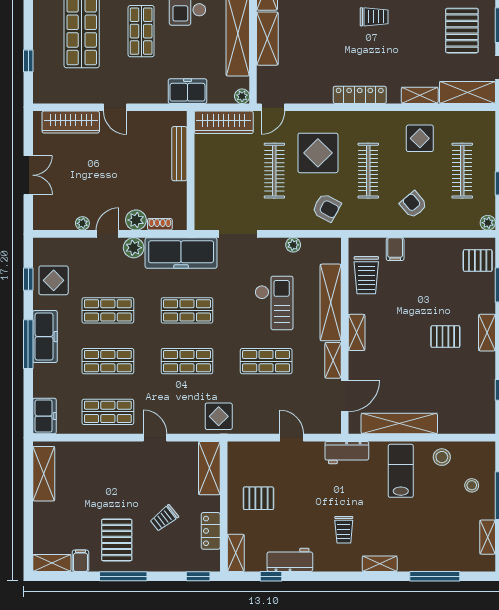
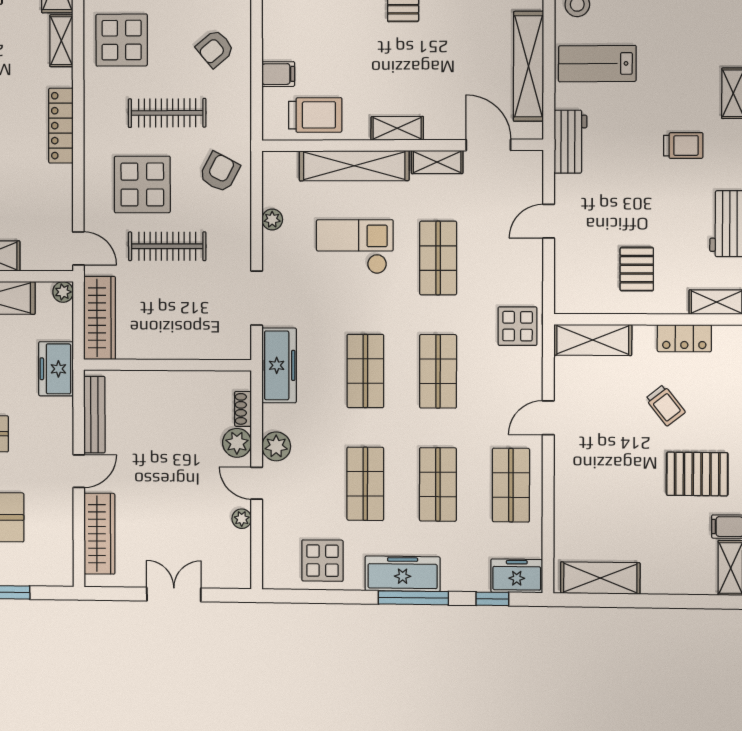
display table: (420, 138) -> (122, 40), width x1.36, depth x1.36
bench: (179, 154) -> (94, 415), moved, turned 90
freezer: (181, 253) -> (279, 365), width x0.73, depth x0.79
window: (28, 279) -> (492, 599), moved

